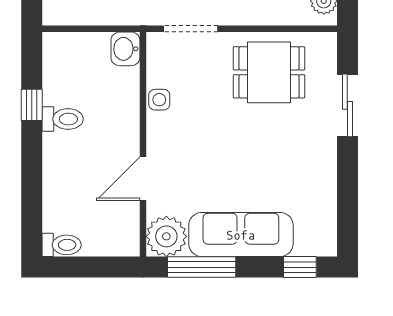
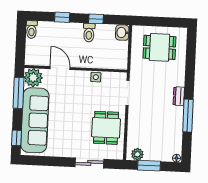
washbasin: (125, 49) -> (122, 33), moved, turned -90
window: (32, 179) -> (62, 17), added
sofa: (241, 235) -> (35, 120), width x1.36, depth x1.27

